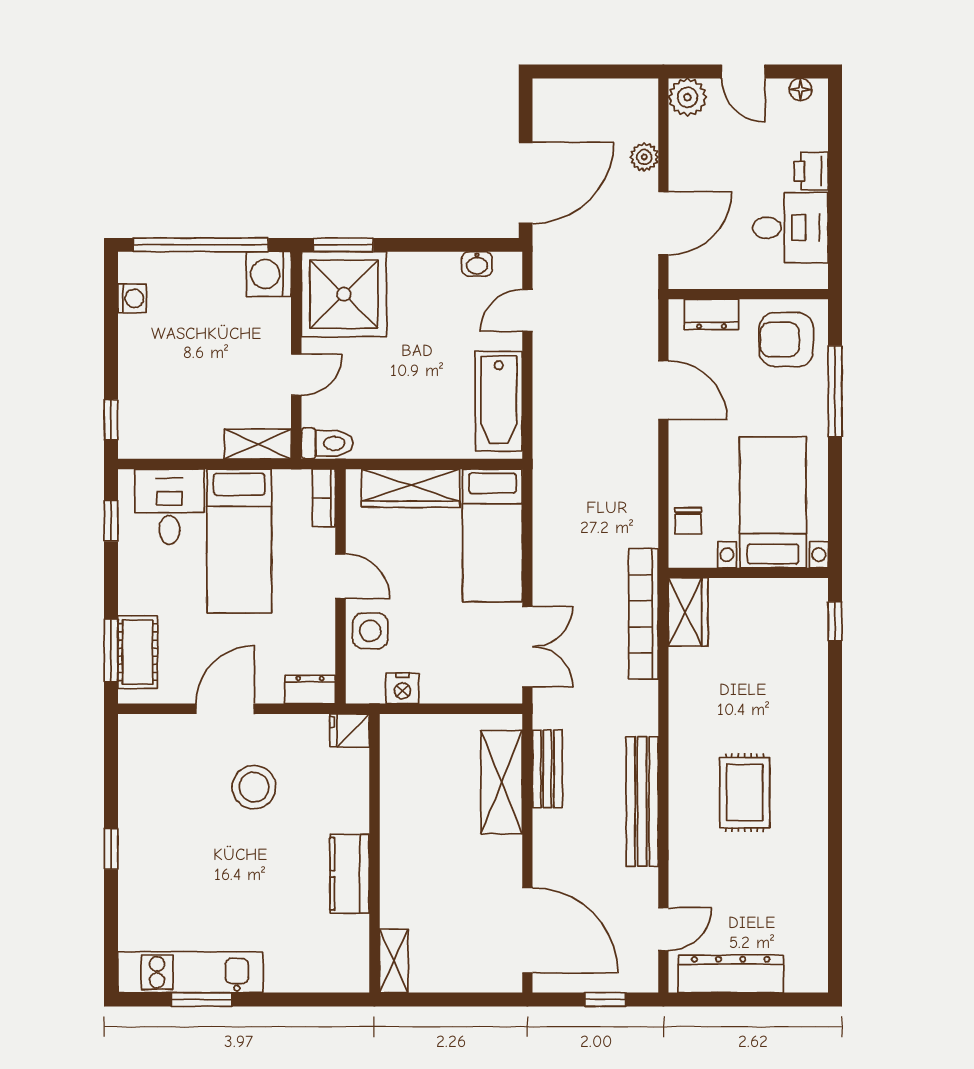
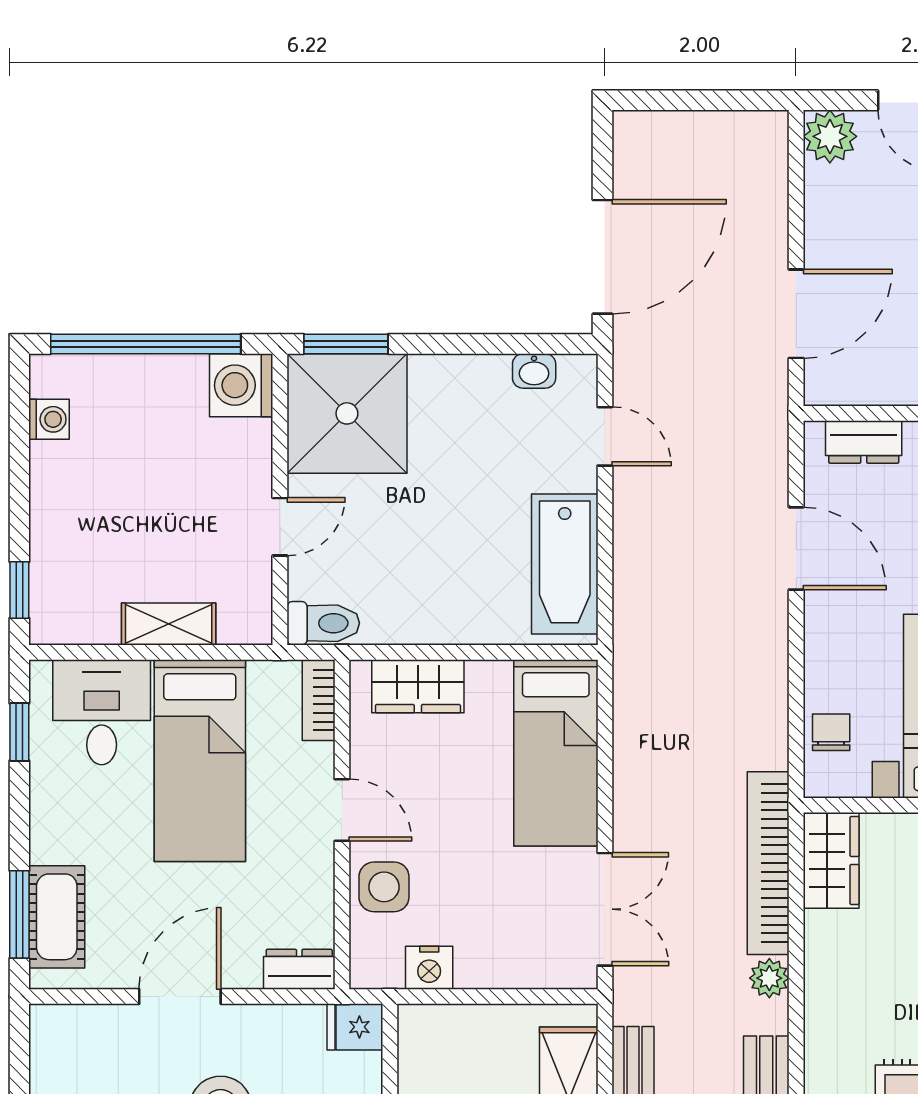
plant: (644, 157) -> (769, 978), moved
door: (527, 310) -> (605, 436), swing flipped
shelving: (258, 444) -> (169, 624), moved
wardrobe: (411, 488) -> (418, 686), width x0.67
chair: (688, 521) -> (831, 732), turned 180

